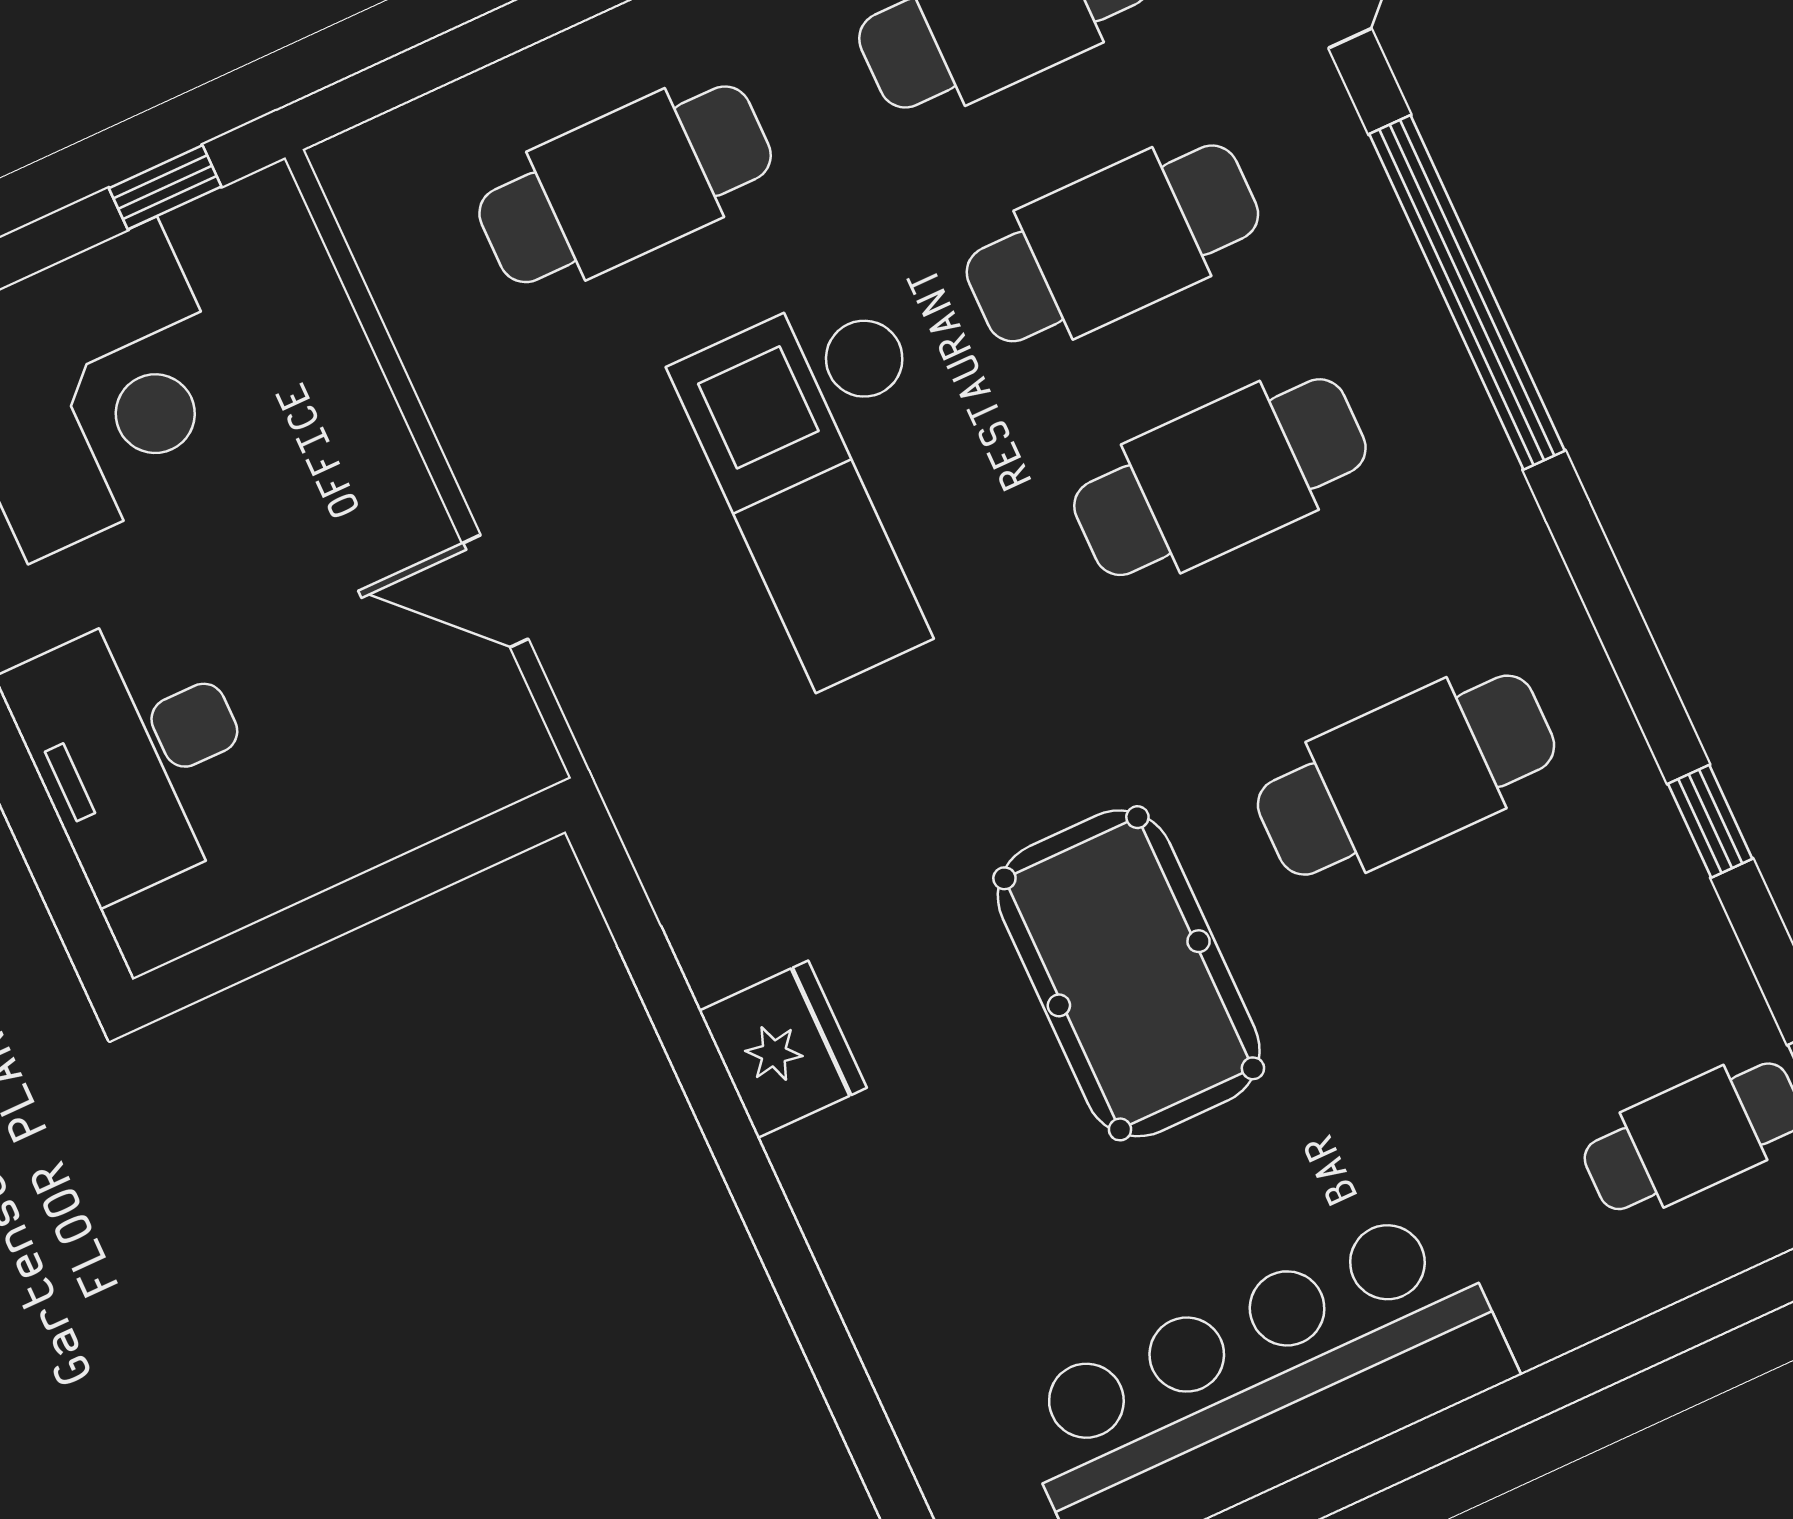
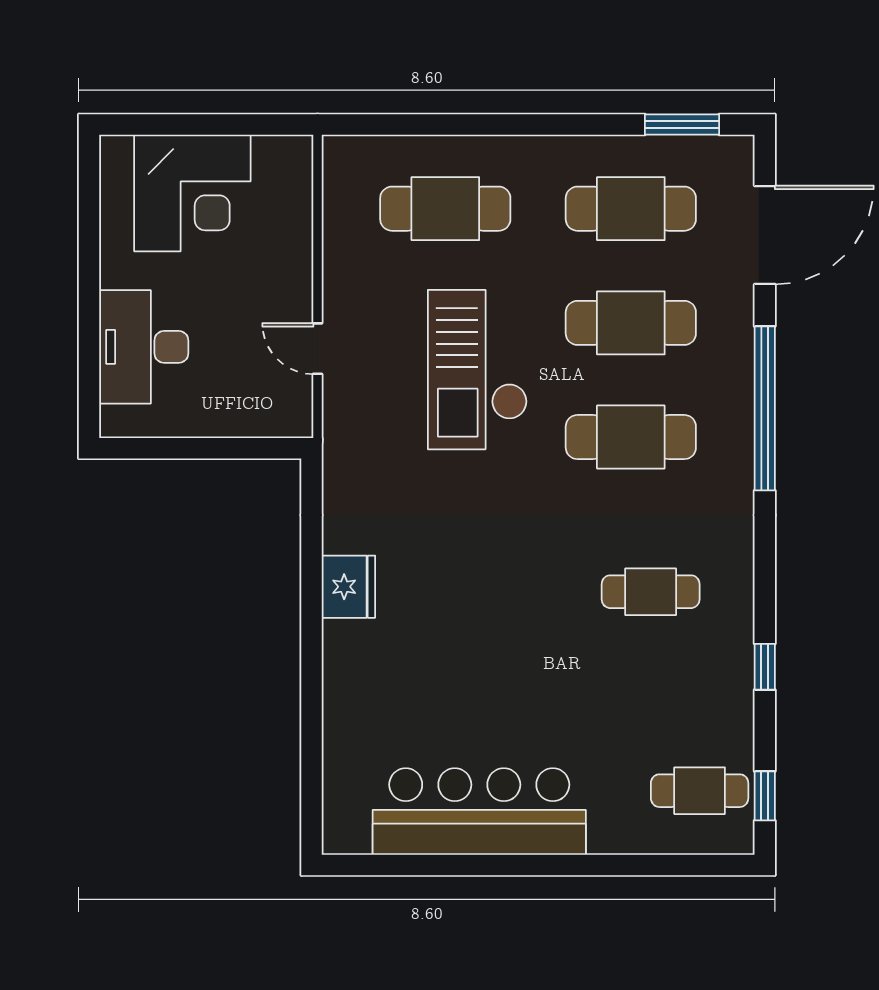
window: (165, 187) -> (259, 125), removed
cafe table: (1406, 775) -> (651, 592), width x0.73, depth x0.74
pool table: (1129, 973) -> (502, 620), removed

